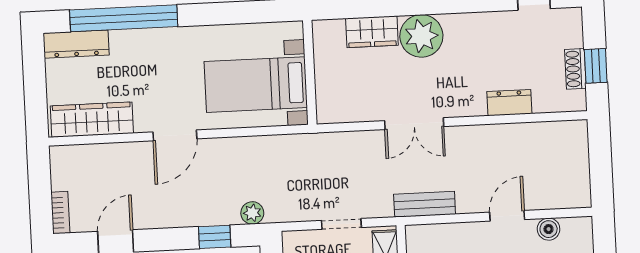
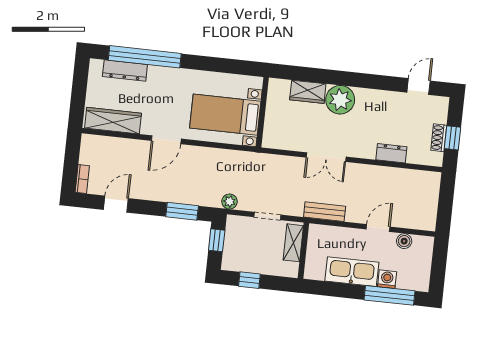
dresser: (76, 44) -> (125, 70), moved
plant: (252, 213) -> (229, 201), moved
window: (215, 237) -> (182, 211), width x1.50

